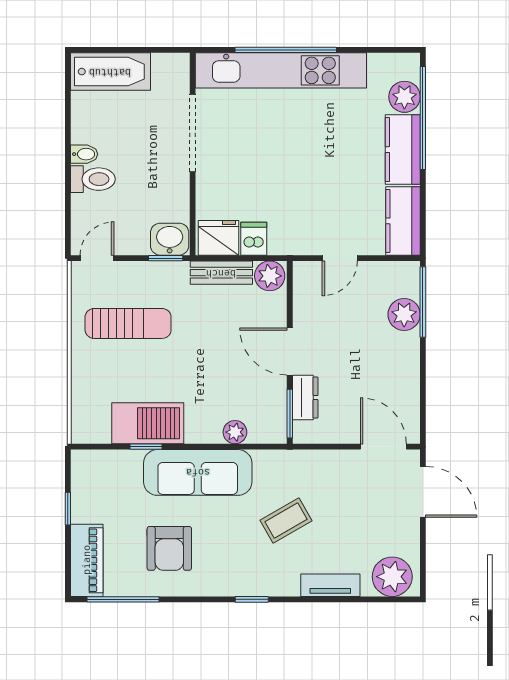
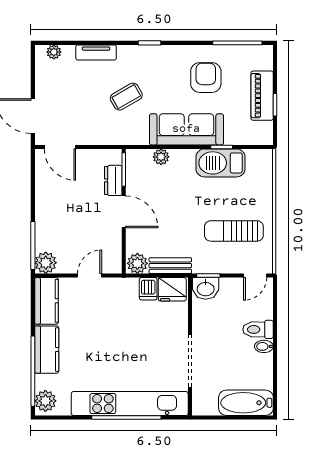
plant: (404, 97) -> (45, 401), moved
plant: (404, 314) -> (46, 263), moved
piano: (87, 560) -> (262, 96), moved
plant: (392, 577) -> (54, 52), width x0.53, depth x0.53

